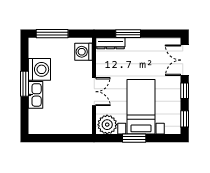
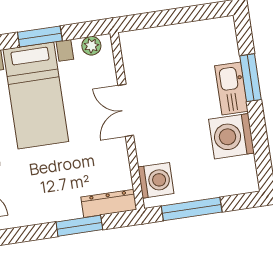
window: (52, 34) -> (192, 209), moved
window: (24, 84) -> (251, 78), moved
plant: (107, 125) -> (91, 46), width x0.53, depth x0.53

